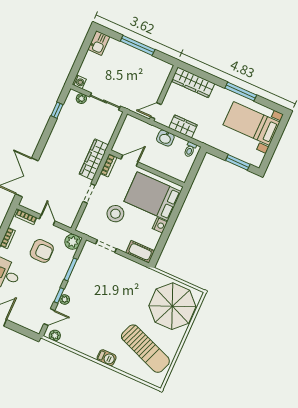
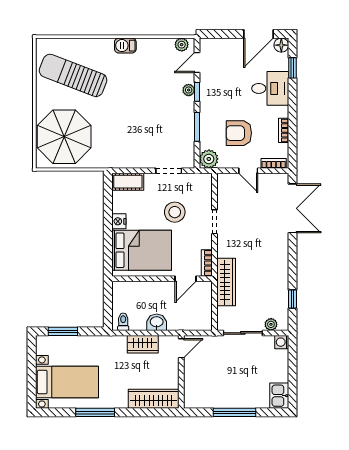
wardrobe: (94, 160) -> (226, 282), moved
barbecue: (107, 358) -> (125, 46), moved

